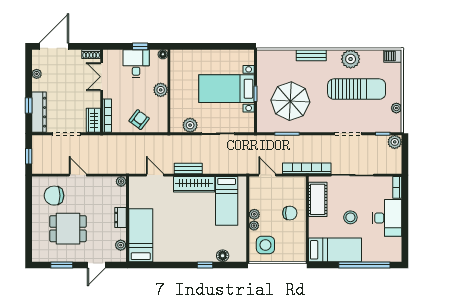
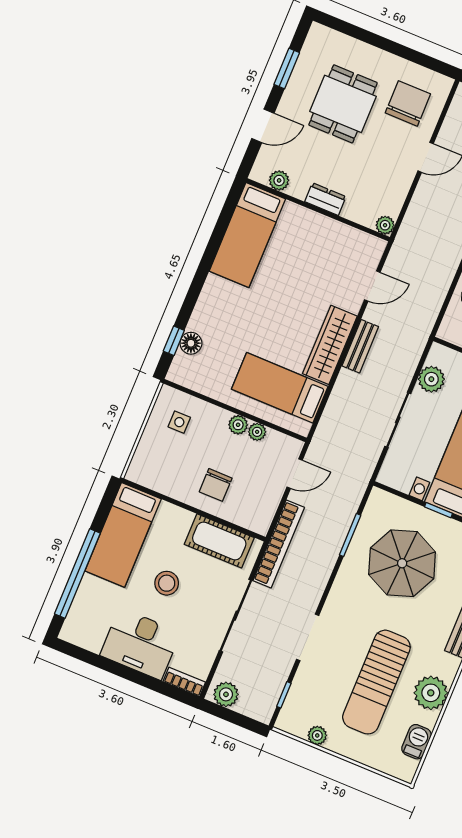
barbecue: (393, 56) -> (416, 742), moved
plant: (395, 142) -> (226, 694), moved
plant: (254, 226) -> (257, 432), moved
bed: (141, 235) -> (247, 235), moved, turned 90
side table: (265, 245) -> (179, 422), width x0.54, depth x0.54
door: (96, 265) -> (263, 126), swing flipped
window: (205, 265) -> (174, 341), moved

